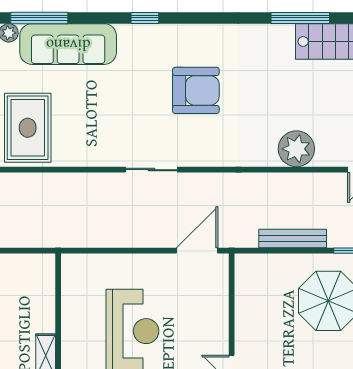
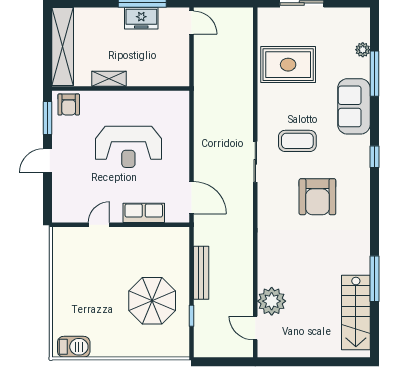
sofa: (68, 44) -> (354, 106), width x0.73
coffee table: (125, 116) -> (297, 141), added
plant: (296, 149) -> (272, 301), moved
row of seats: (216, 311) -> (144, 213), added

